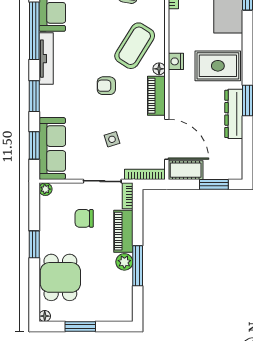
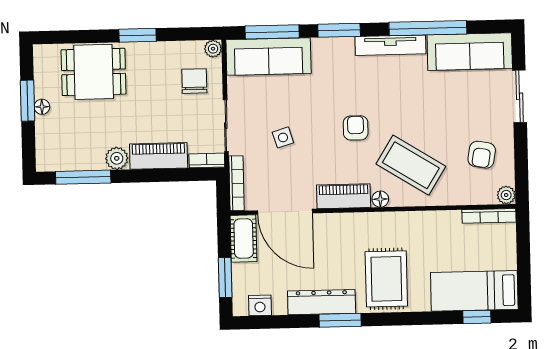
nightstand: (176, 61) -> (260, 305), moved, turned 180
door: (167, 139) -> (285, 212), hinge flipped
window: (34, 145) -> (272, 32), width x1.44
chair: (84, 218) -> (194, 81), moved
window: (138, 266) -> (83, 177), moved
floor lamp: (45, 316) -> (42, 107), moved

